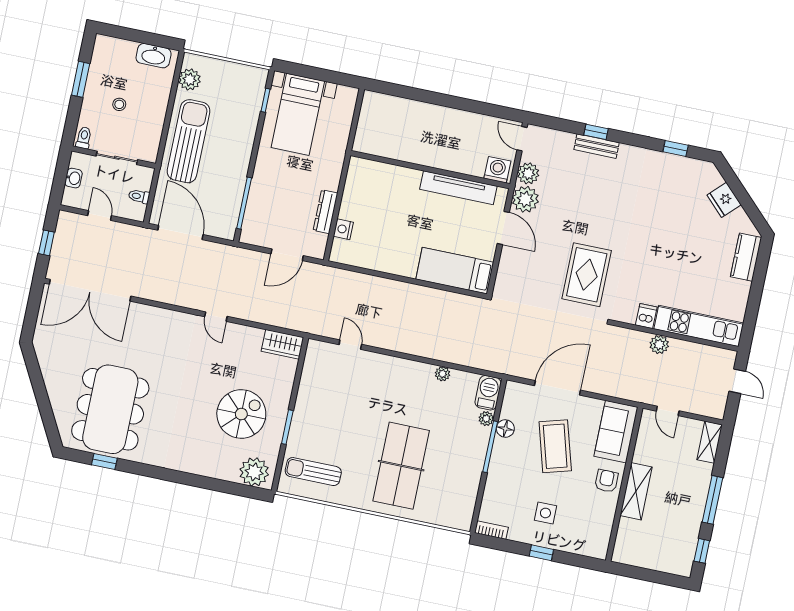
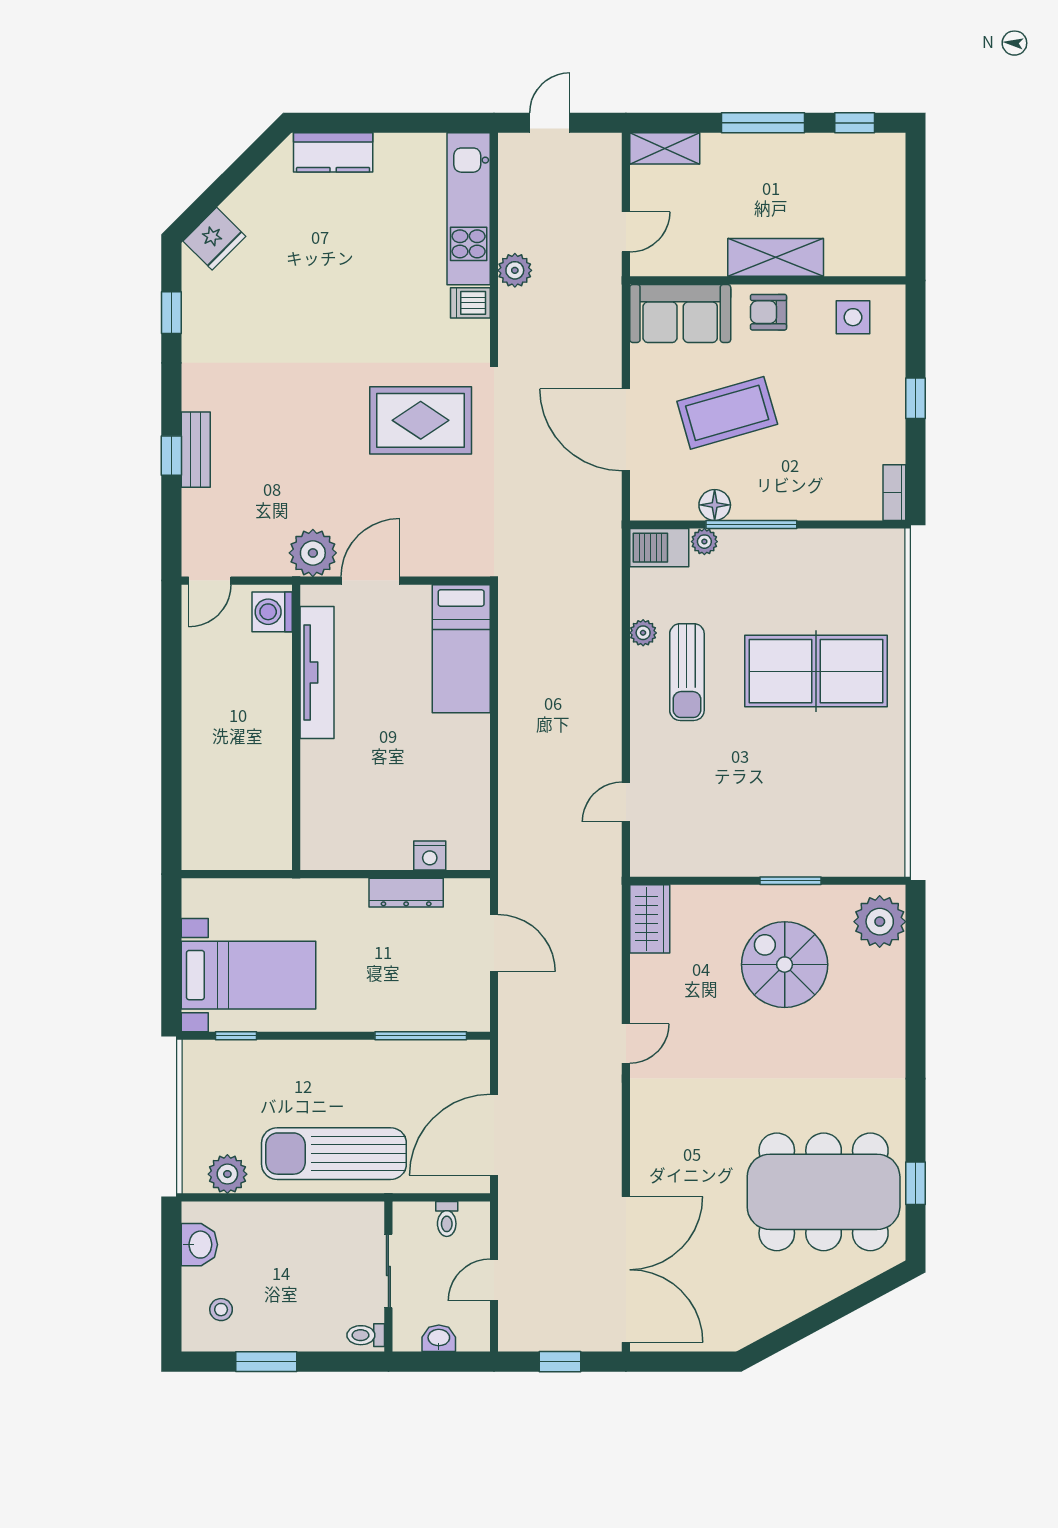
washbasin: (154, 56) -> (199, 1245), width x0.72
stool: (119, 104) -> (221, 1310), moved
plant: (528, 173) -> (267, 557), removed
fridge: (724, 200) -> (214, 239), moved
sun lounger: (313, 472) -> (687, 672), moved
side table: (545, 513) -> (853, 317), moved

